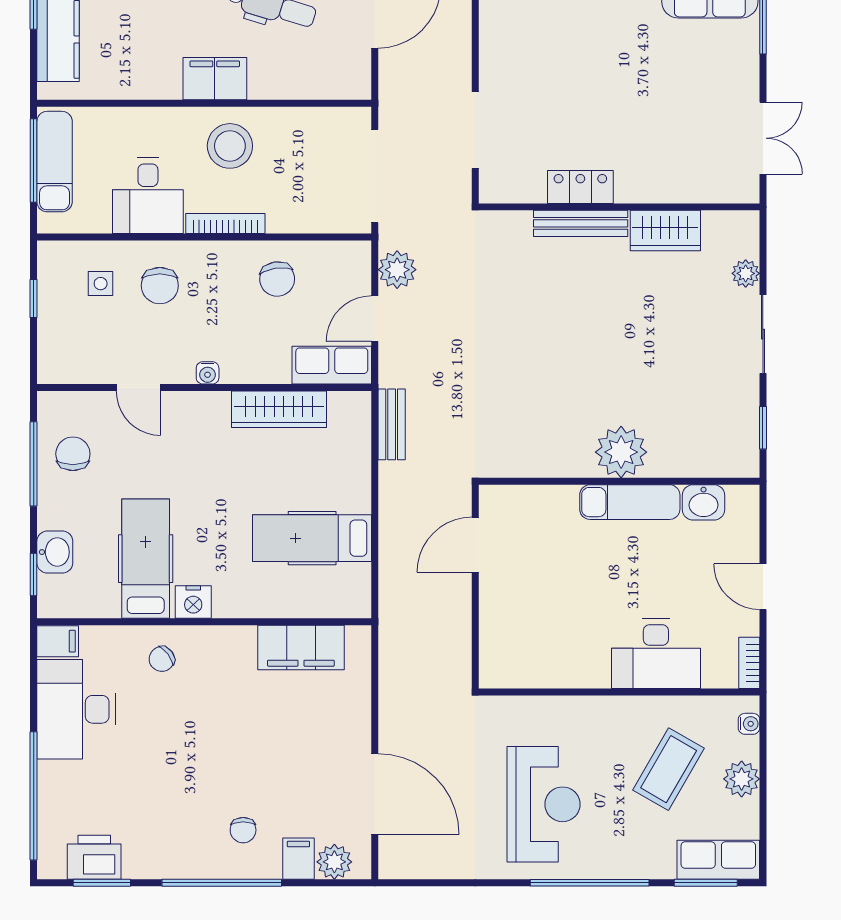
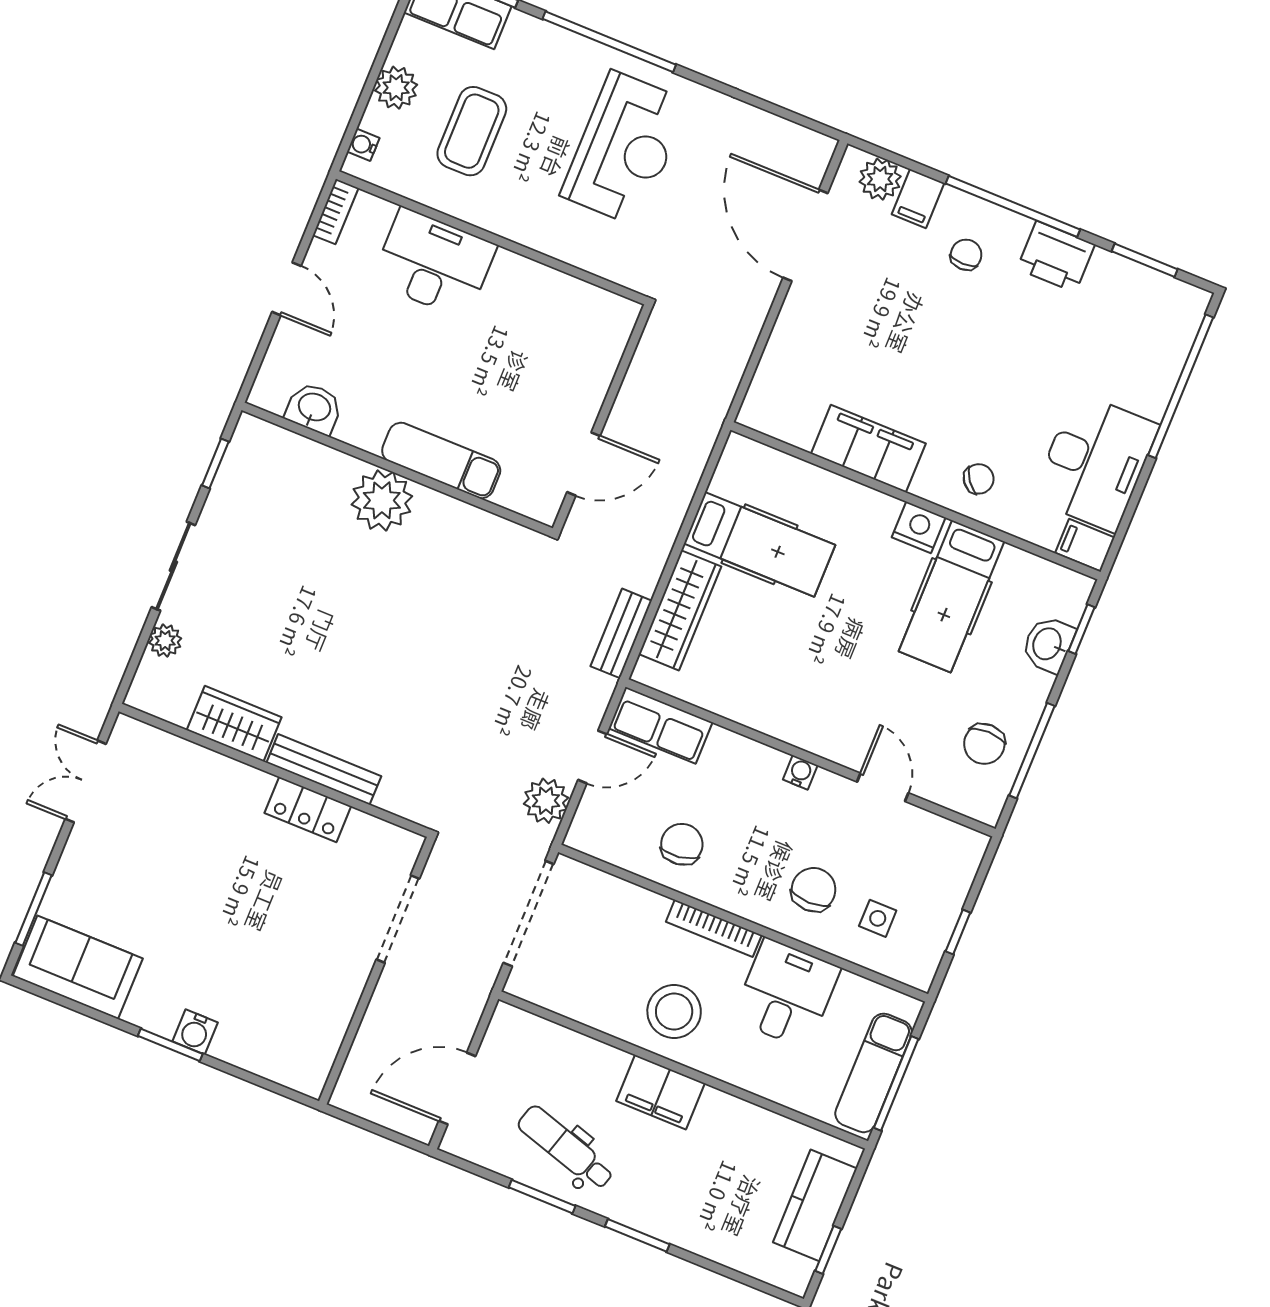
wardrobe: (279, 409) -> (680, 610), moved, turned 90
exam couch: (630, 502) -> (441, 460), moved
filing cabinet: (301, 648) -> (868, 449), moved
coffee table: (669, 769) -> (472, 131), turned -30
reception desk: (544, 804) -> (625, 148), turned 180
printer: (94, 857) -> (1056, 257), moved

